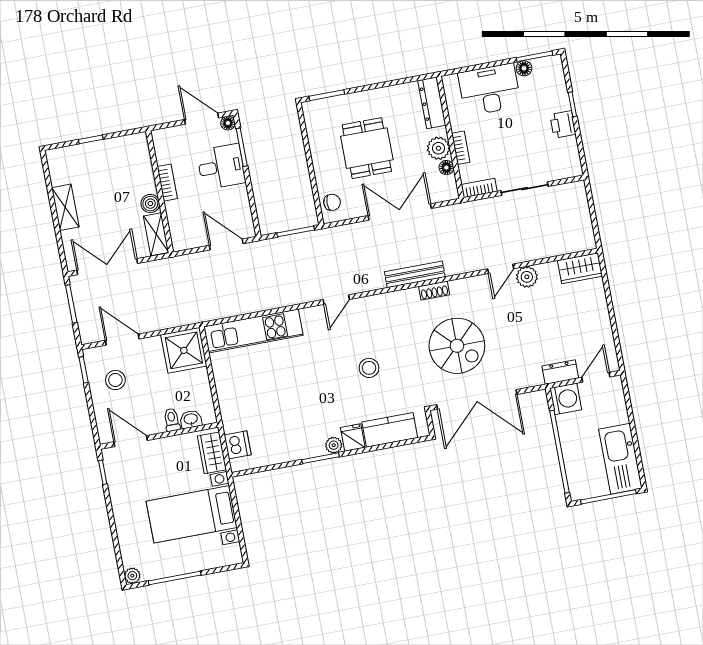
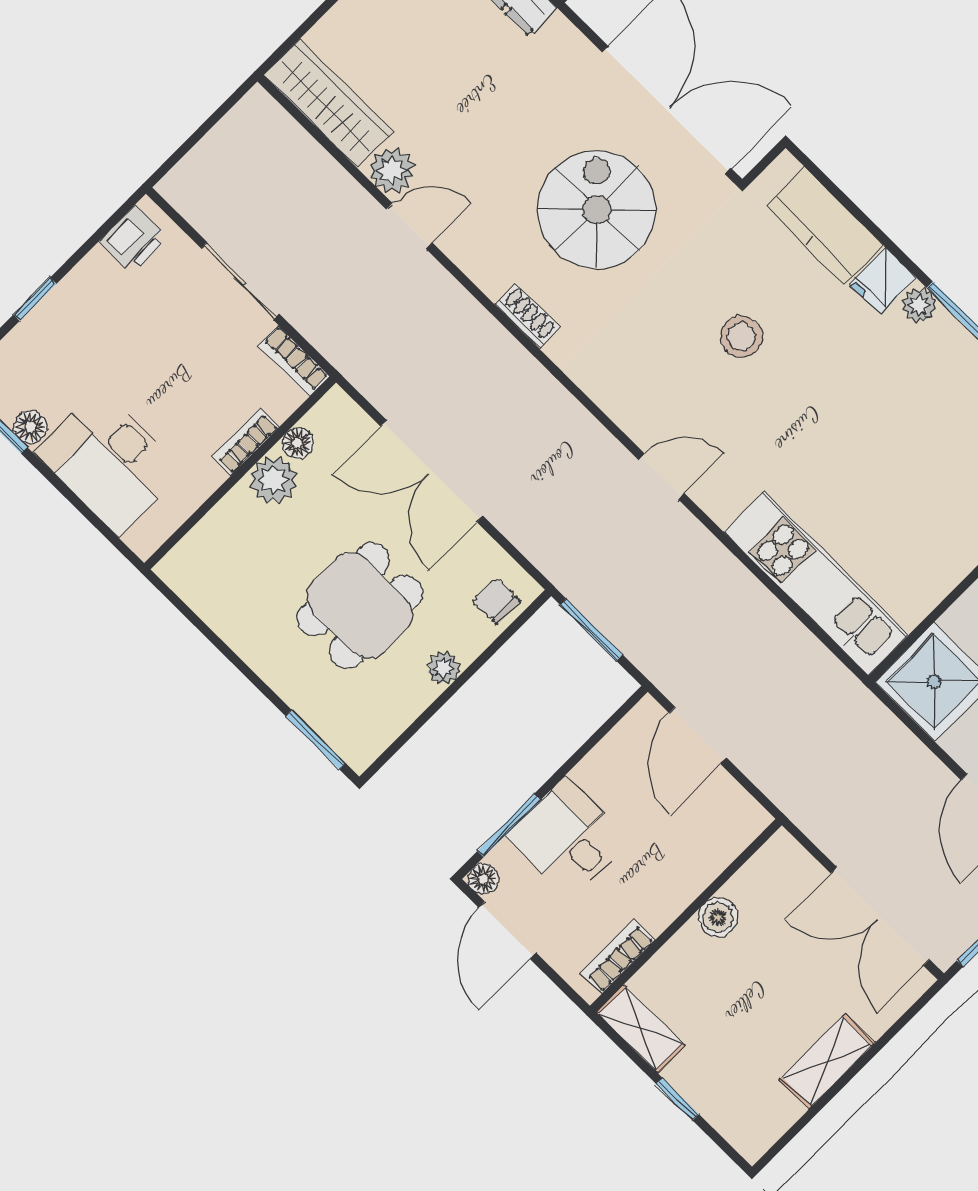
dresser: (432, 103) -> (202, 547), removed
printer: (563, 124) -> (134, 239), moved
plant: (320, 164) -> (444, 668), added
bookcase: (167, 183) -> (618, 956), moved
shelving: (156, 234) -> (641, 1029), moved, turned 90
wardrobe: (580, 268) -> (328, 103), width x1.50
bench: (415, 274) -> (523, 369), removed

